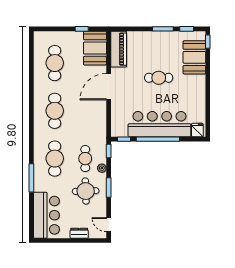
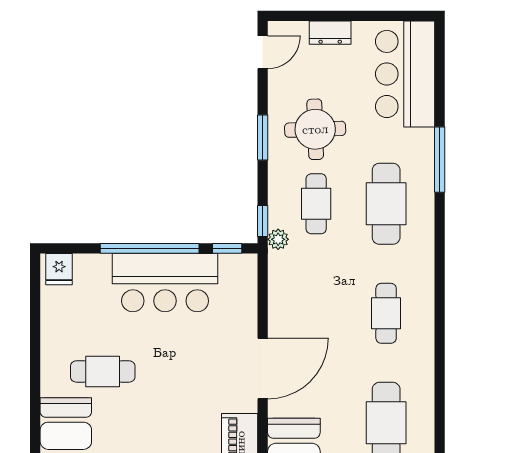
cafe table: (159, 78) -> (103, 371), moved
cafe table: (55, 111) -> (386, 313), width x0.73, depth x0.74
bar counter: (159, 124) -> (165, 283), width x0.73
plant: (102, 168) -> (278, 239), moved
door: (109, 225) -> (263, 52), hinge flipped

